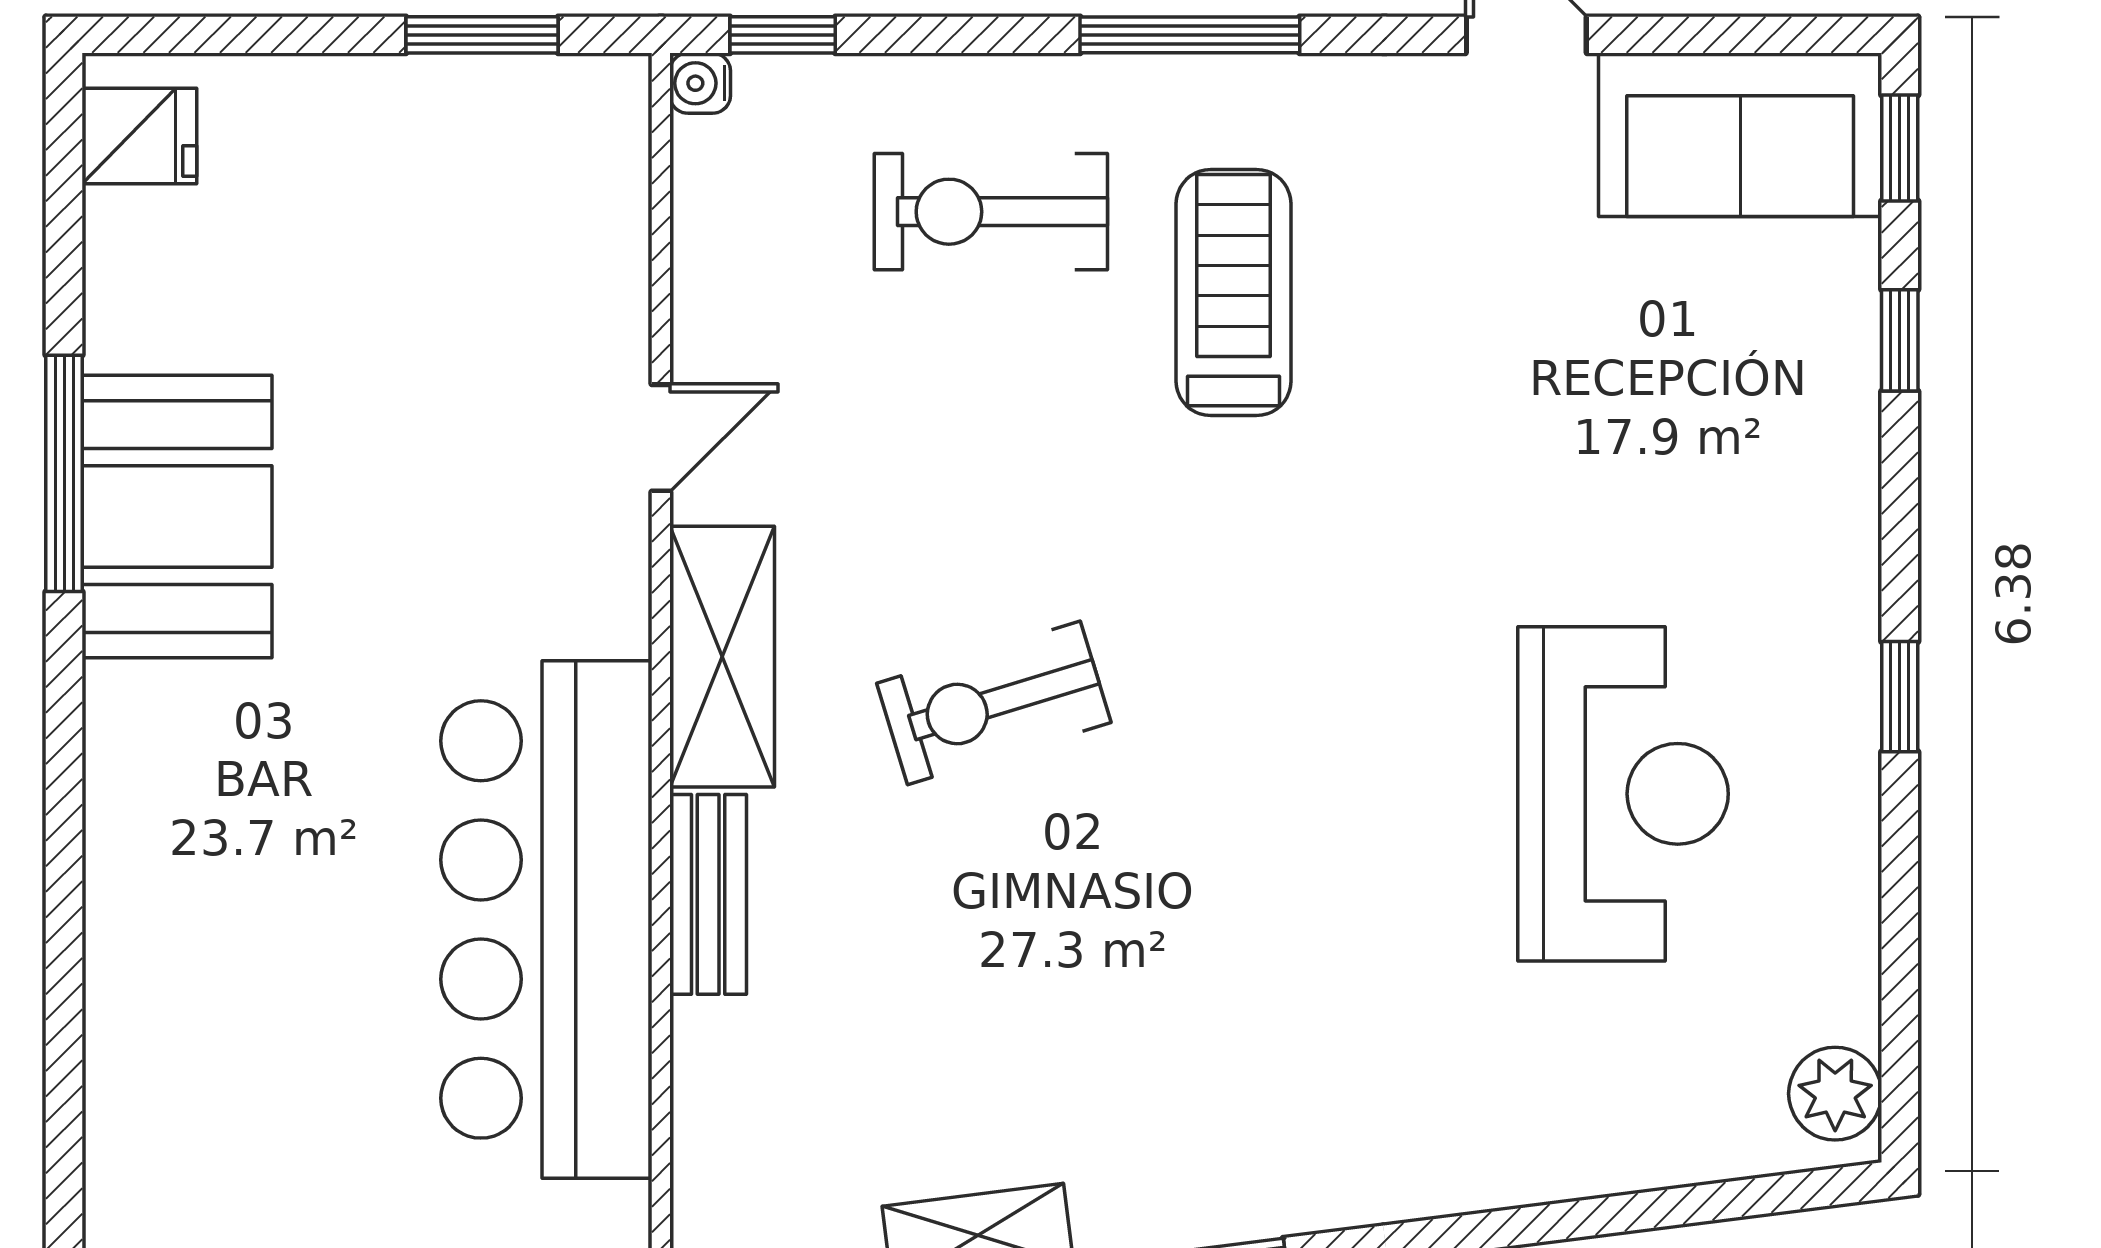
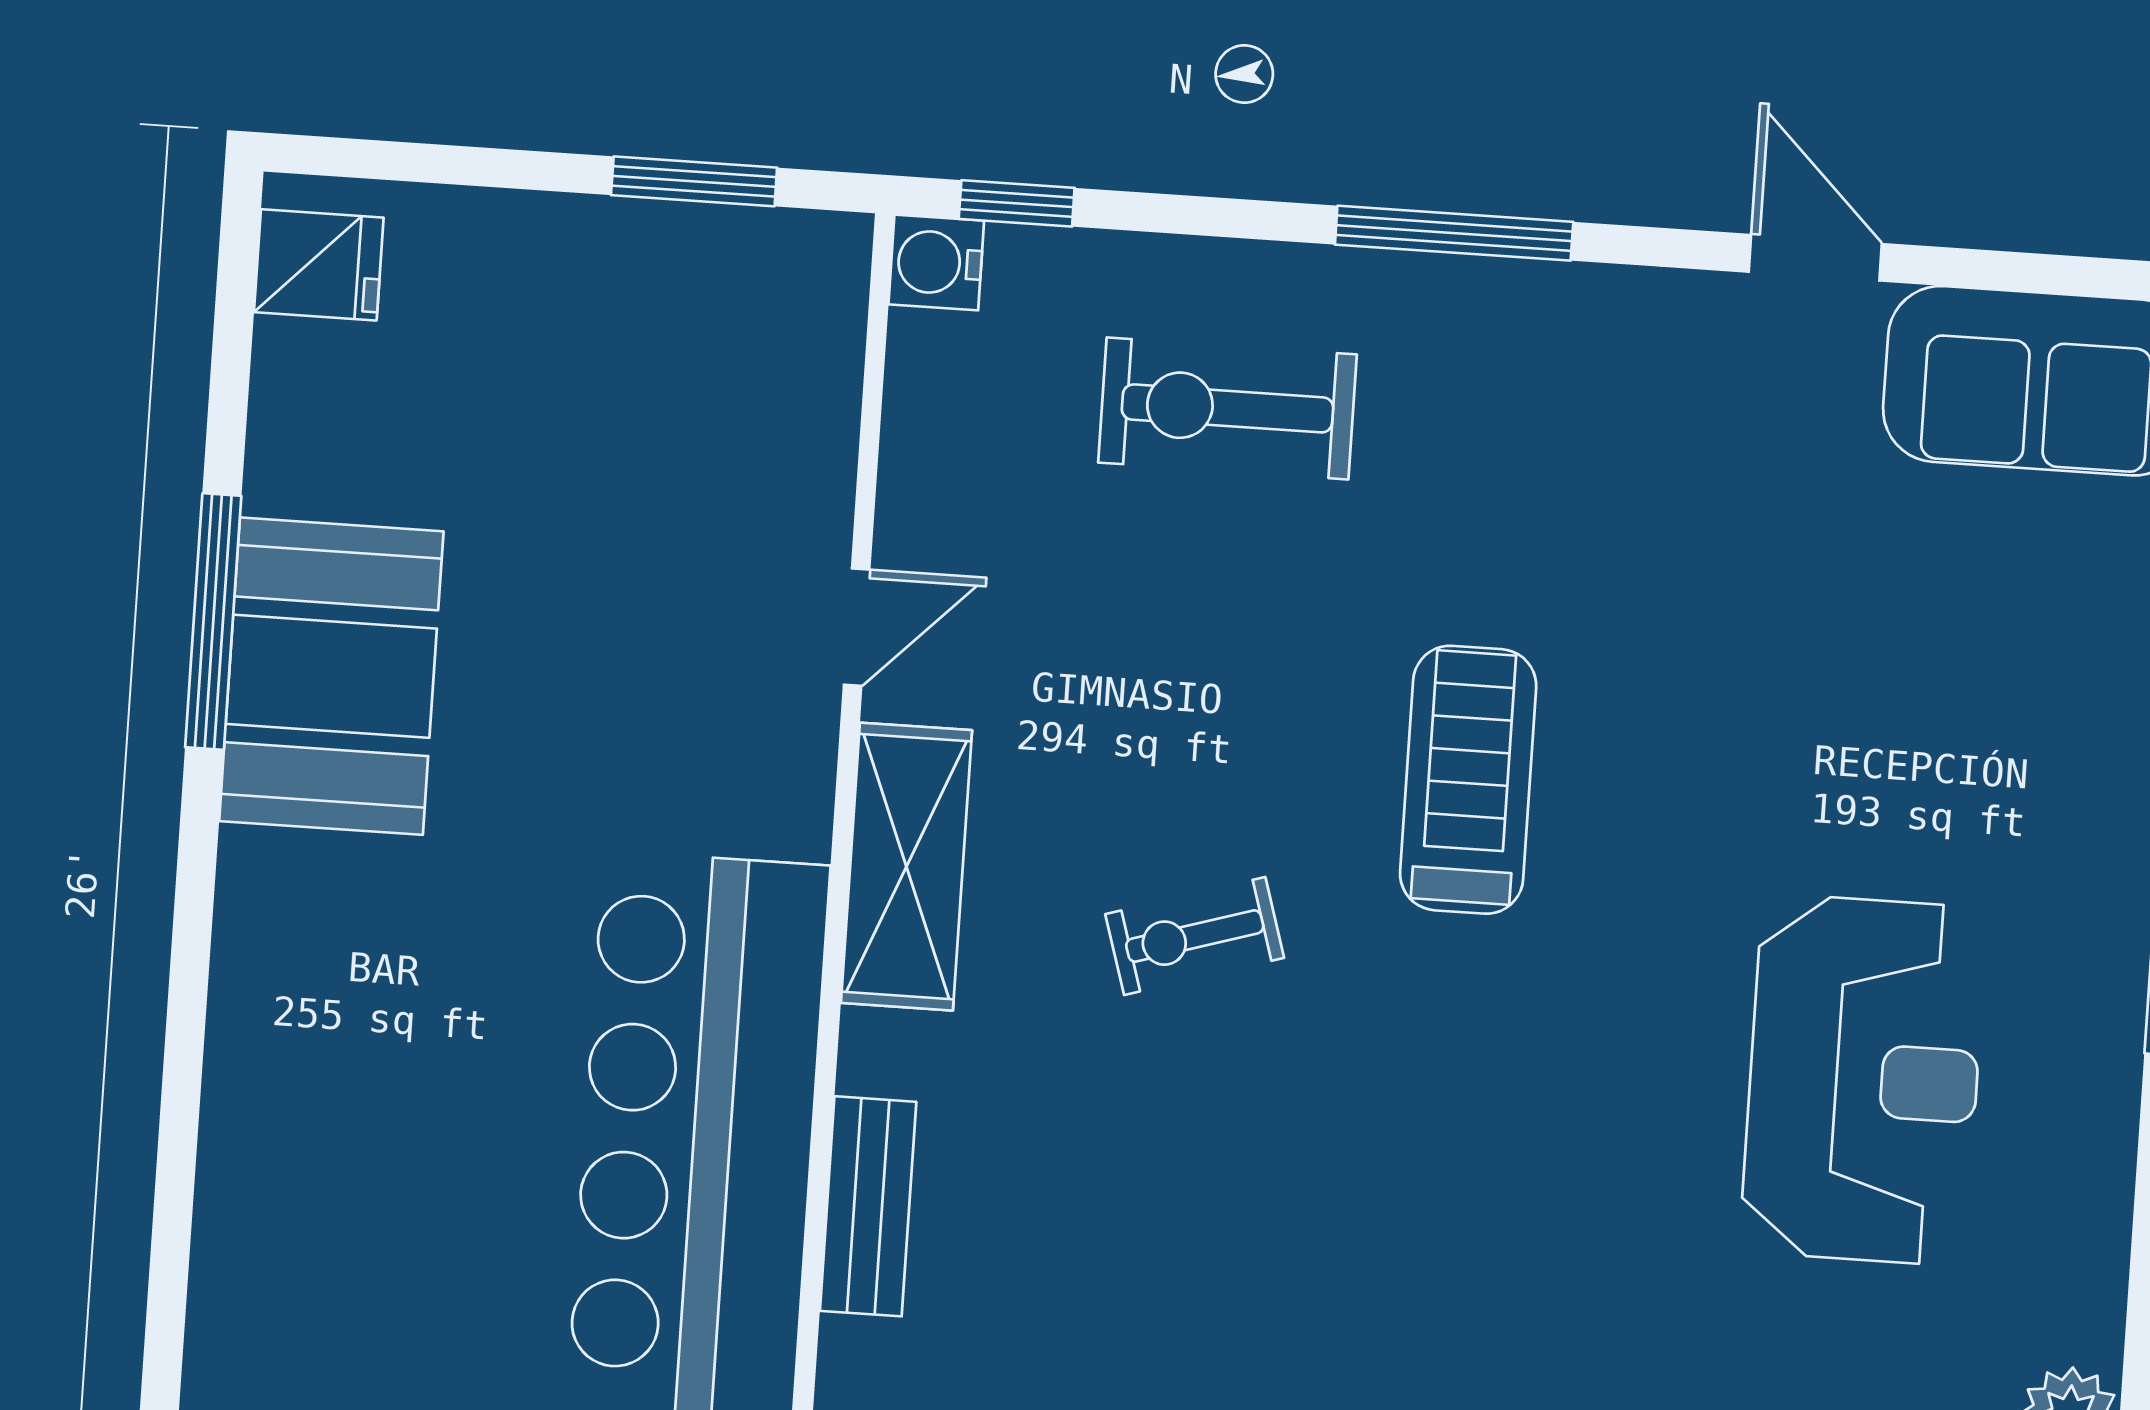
water cooler: (700, 83) -> (936, 262), width x1.38, depth x1.38
treadmill: (1234, 292) -> (1468, 780), moved
exercise bike: (994, 703) -> (1195, 936), width x0.73, depth x0.72
bench: (708, 894) -> (868, 1206), moved

